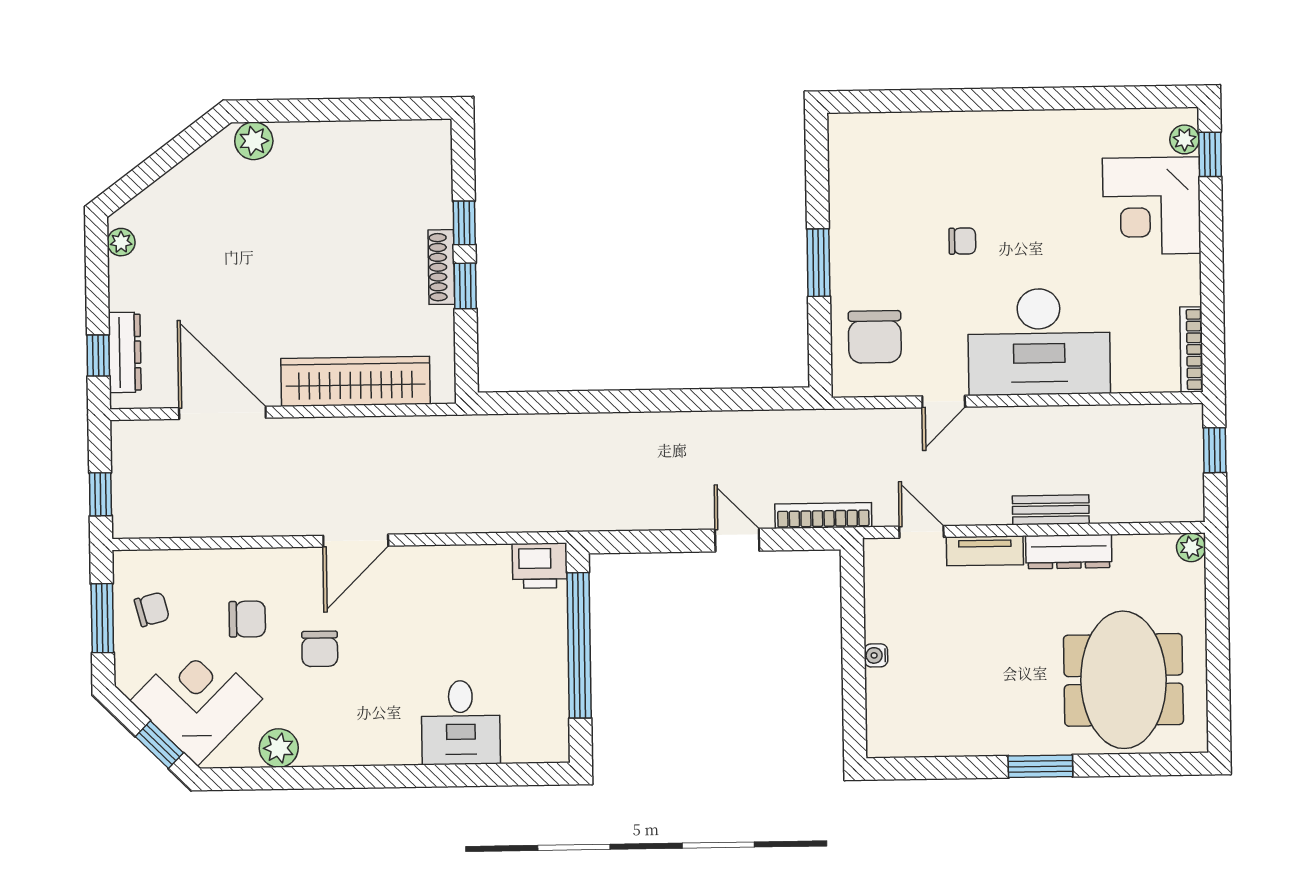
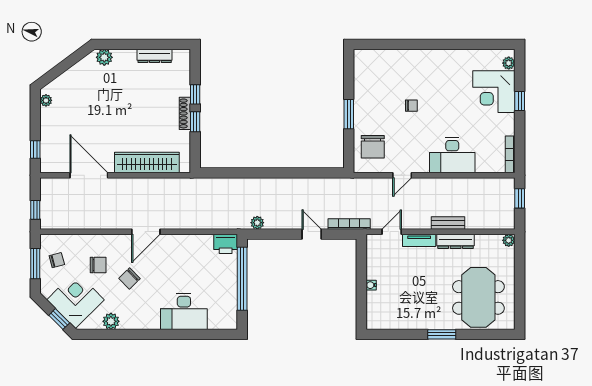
window: (1210, 154) -> (520, 101), moved
desk: (1039, 342) -> (452, 155), width x0.73, depth x0.77
dresser: (125, 352) -> (155, 56), moved, turned 90
plant: (612, 516) -> (257, 223), added
door: (922, 532) -> (392, 232), hinge flipped
chair: (320, 649) -> (129, 278), turned 46
desk: (461, 723) -> (184, 311), width x1.37

